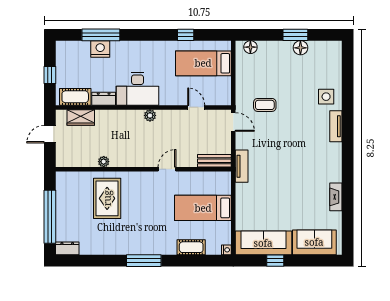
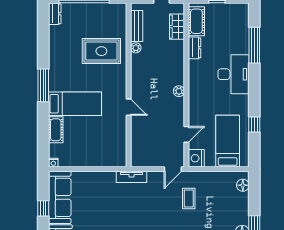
nightstand: (100, 49) -> (196, 158), moved, turned 180
desk: (138, 89) -> (233, 74), moved, turned 180
bench: (214, 161) -> (137, 26), moved
bed: (203, 208) -> (75, 104), moved, turned 90

